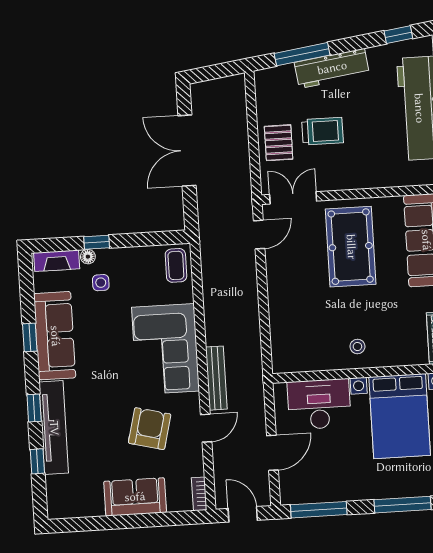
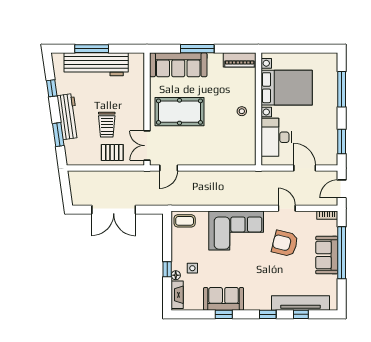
window: (398, 35) -> (52, 88), moved
window: (302, 54) -> (58, 135), width x0.69
trolley: (323, 131) -> (107, 125), turned 180
door: (259, 235) -> (169, 168), swing flipped
sofa: (55, 336) -> (224, 299), width x0.73
bench: (216, 378) -> (256, 200), removed
tv unit: (54, 428) -> (300, 303), moved
window: (319, 510) -> (342, 141), width x0.69
window: (140, 521) -> (342, 253), added

